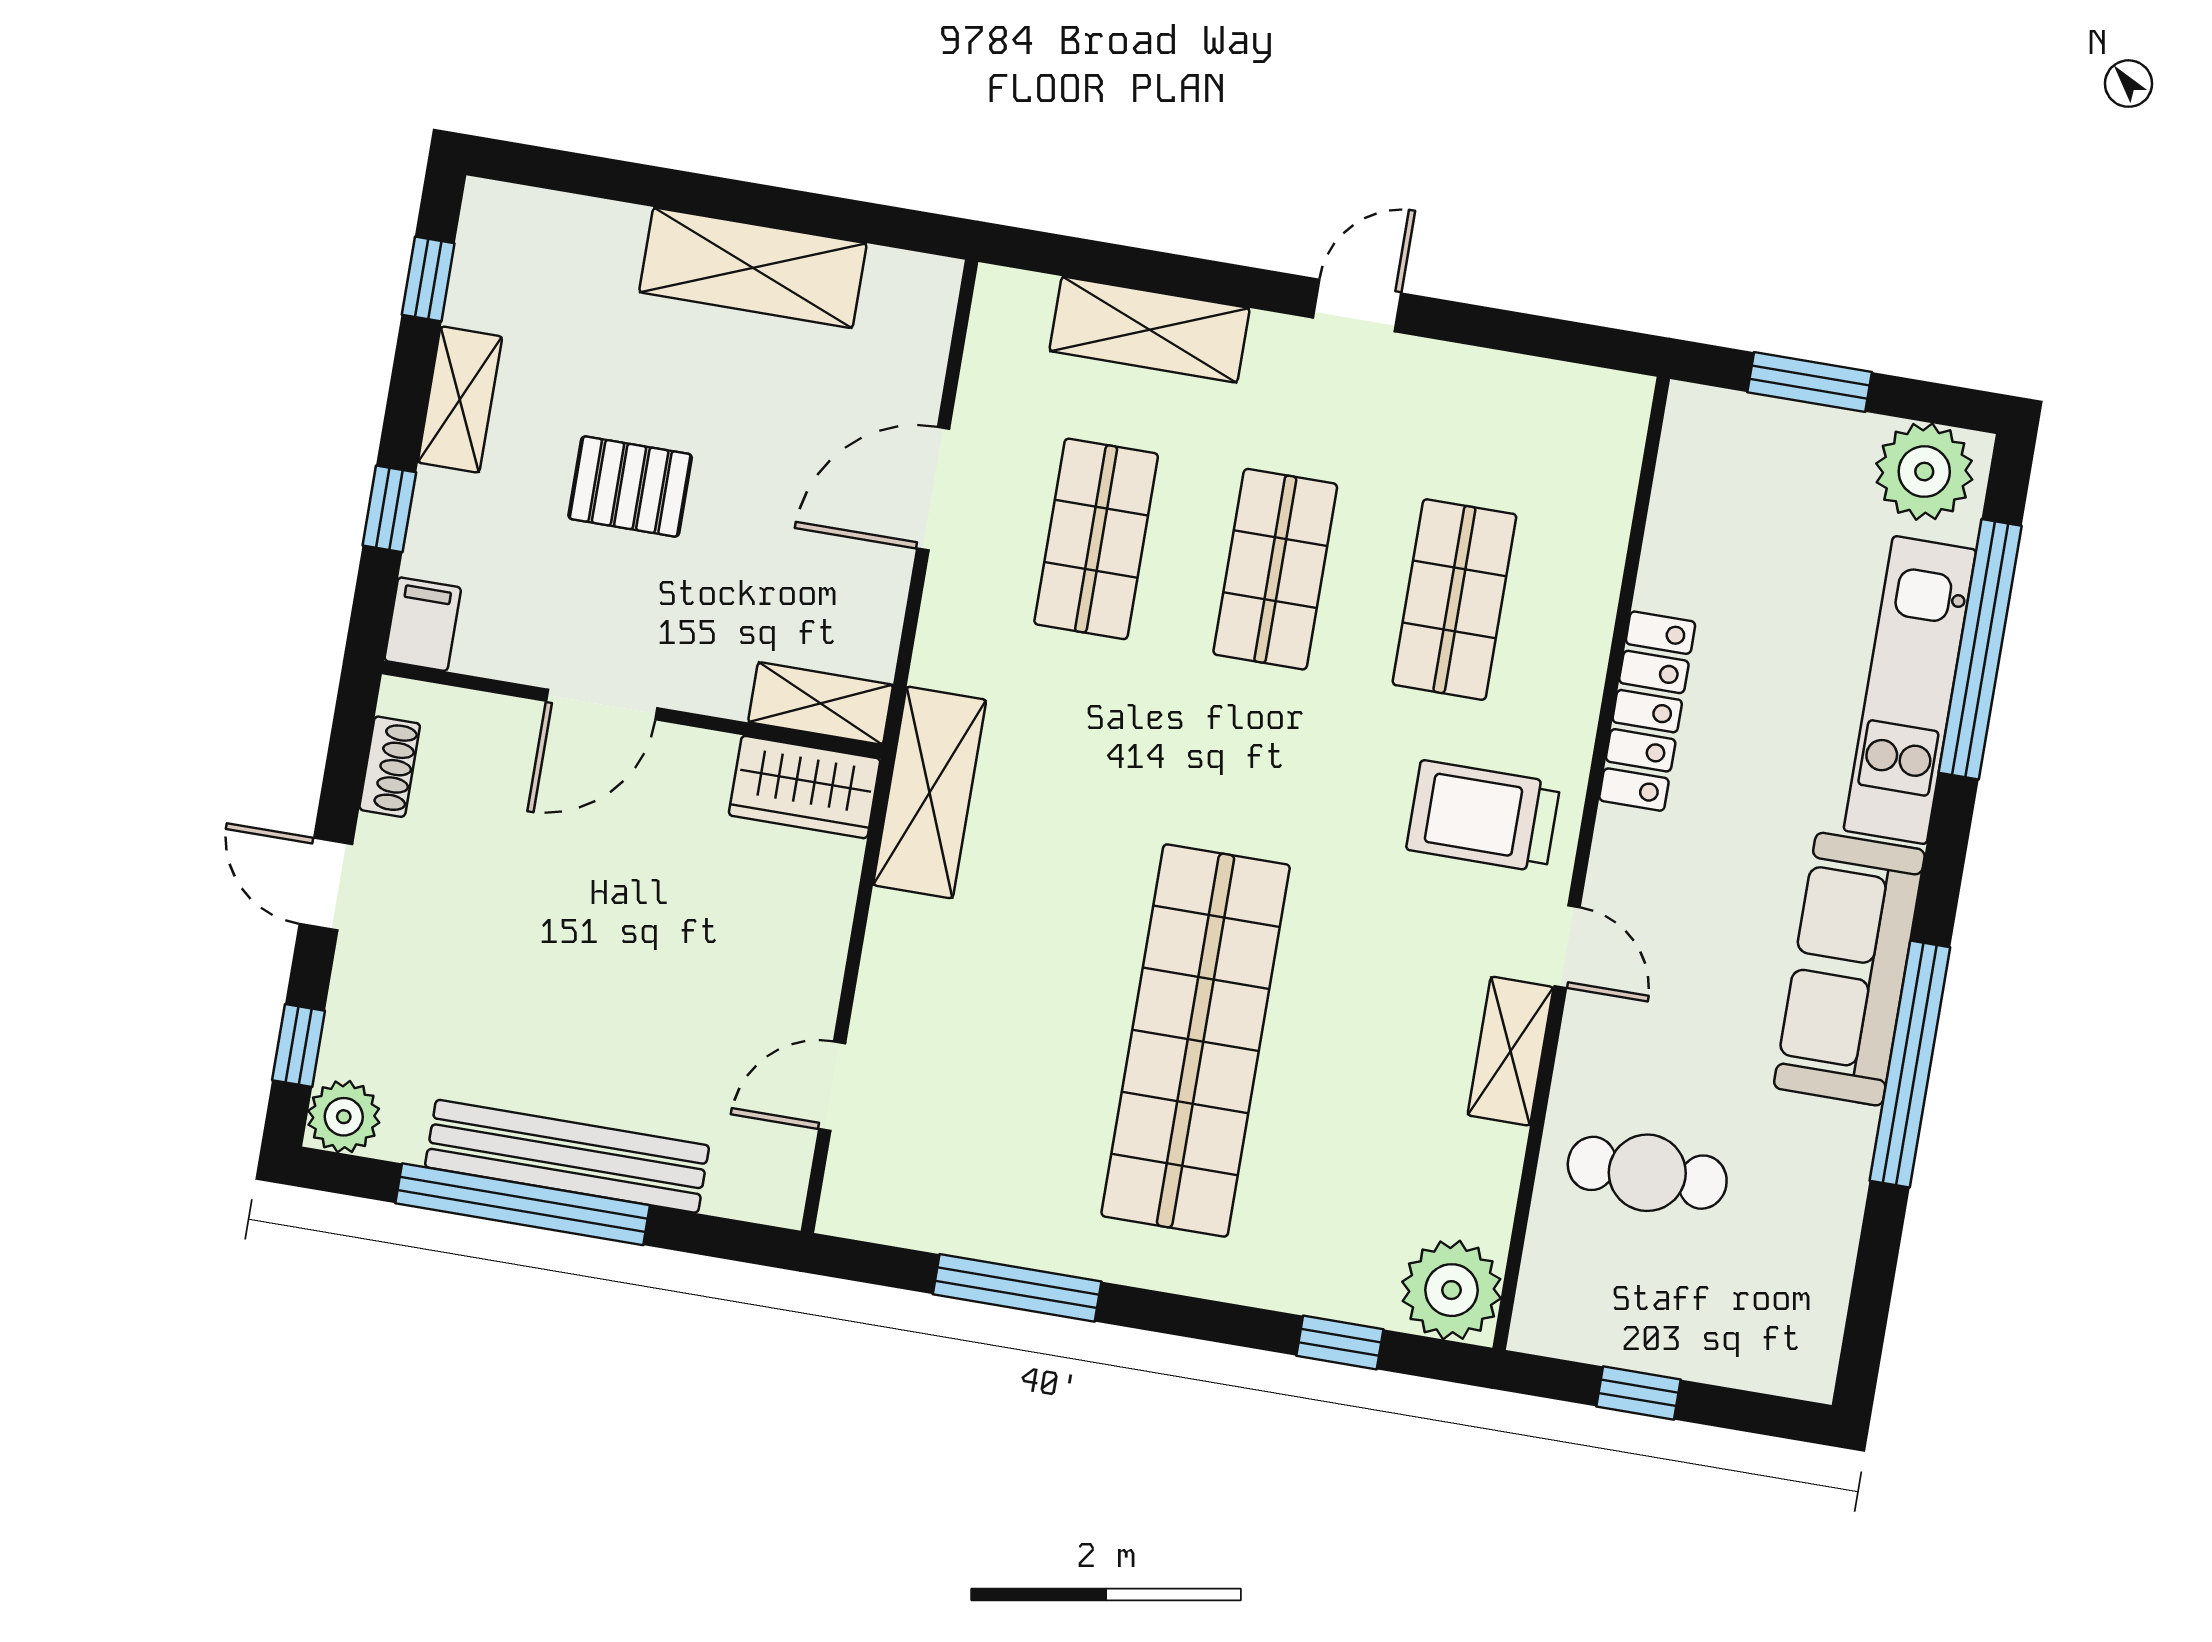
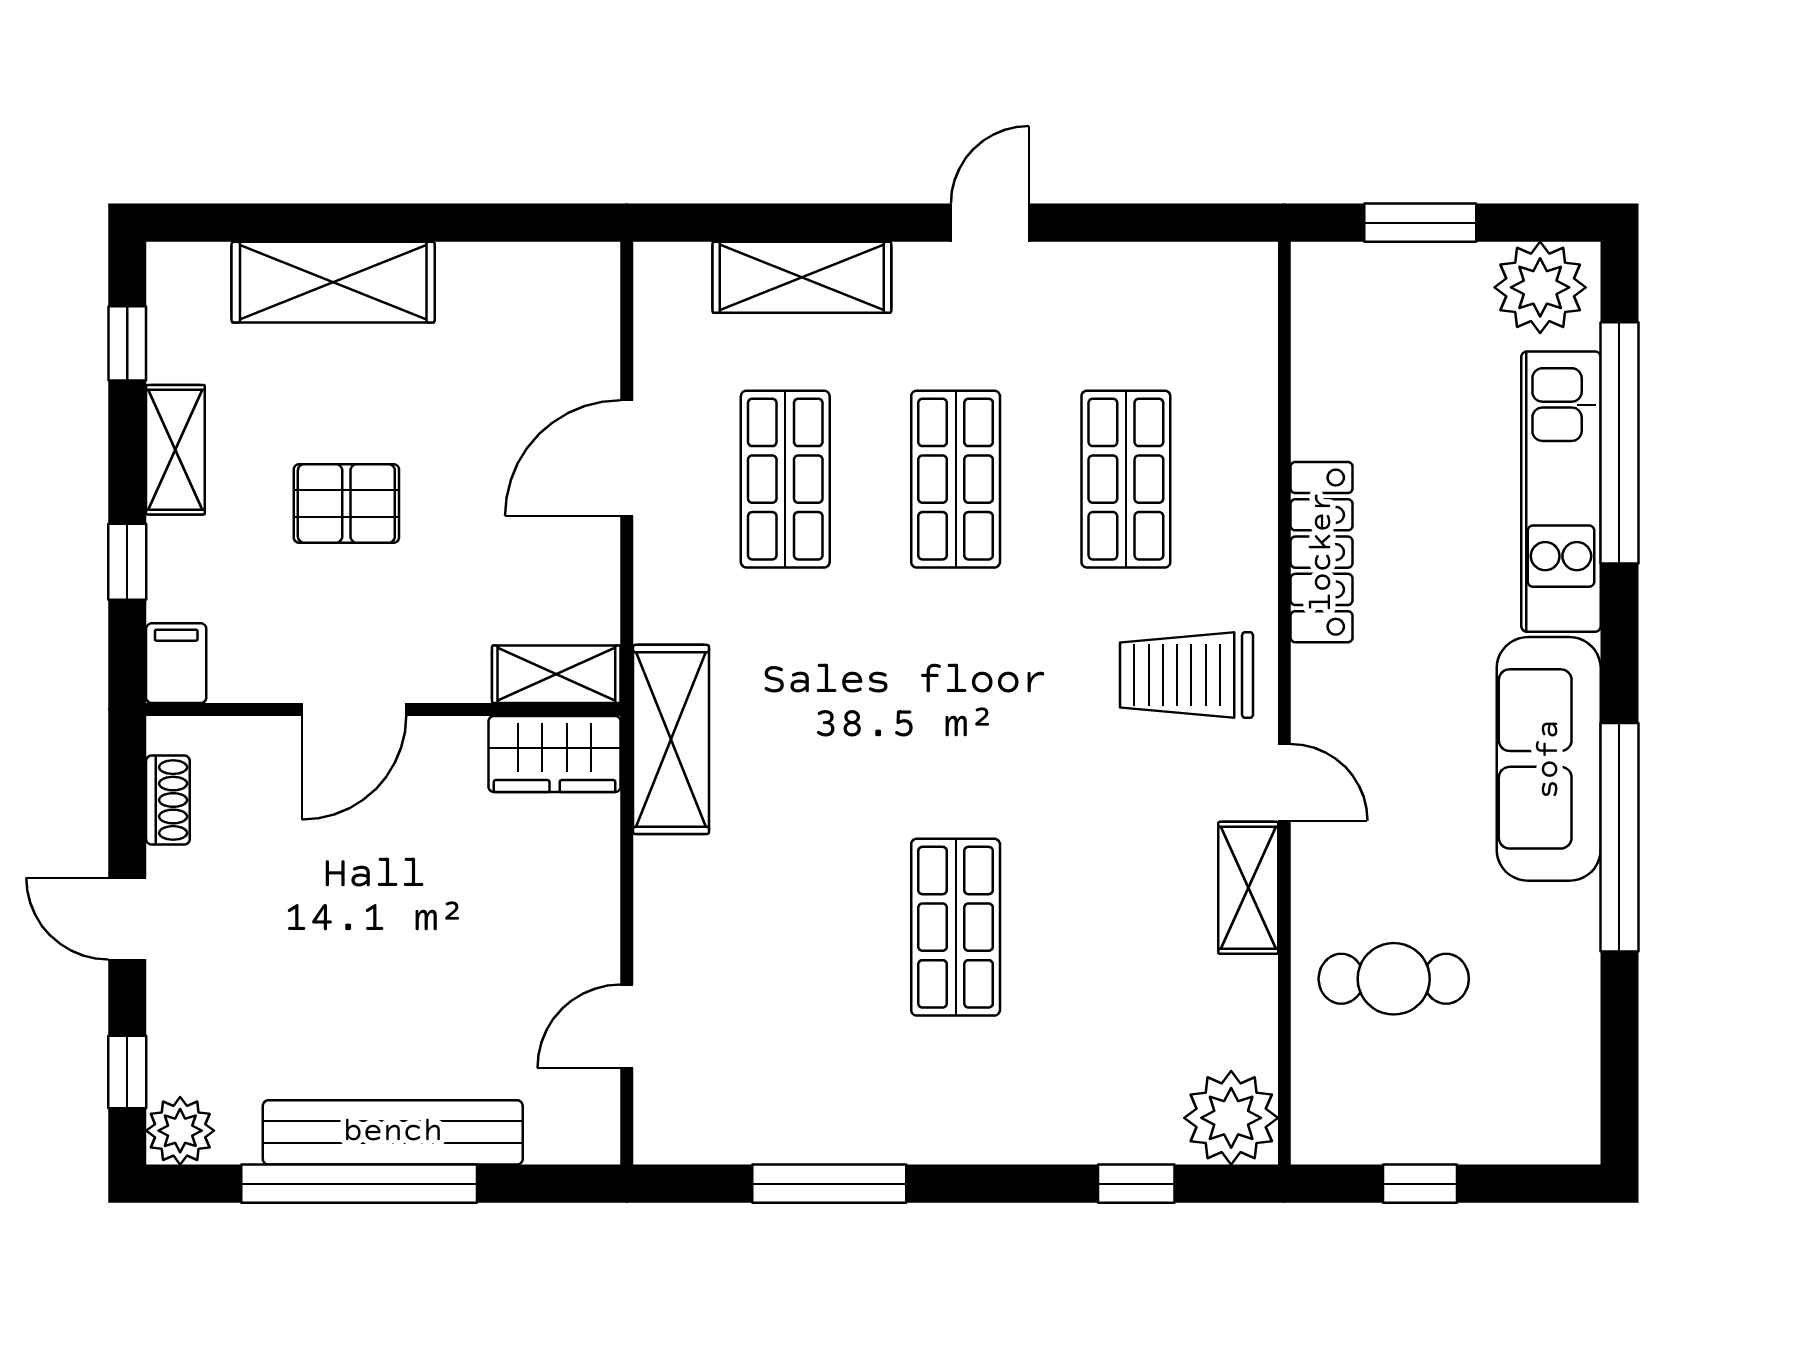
shelving: (753, 268) -> (333, 282), moved
shop shelf: (1196, 1041) -> (956, 927), width x0.50, depth x0.74

